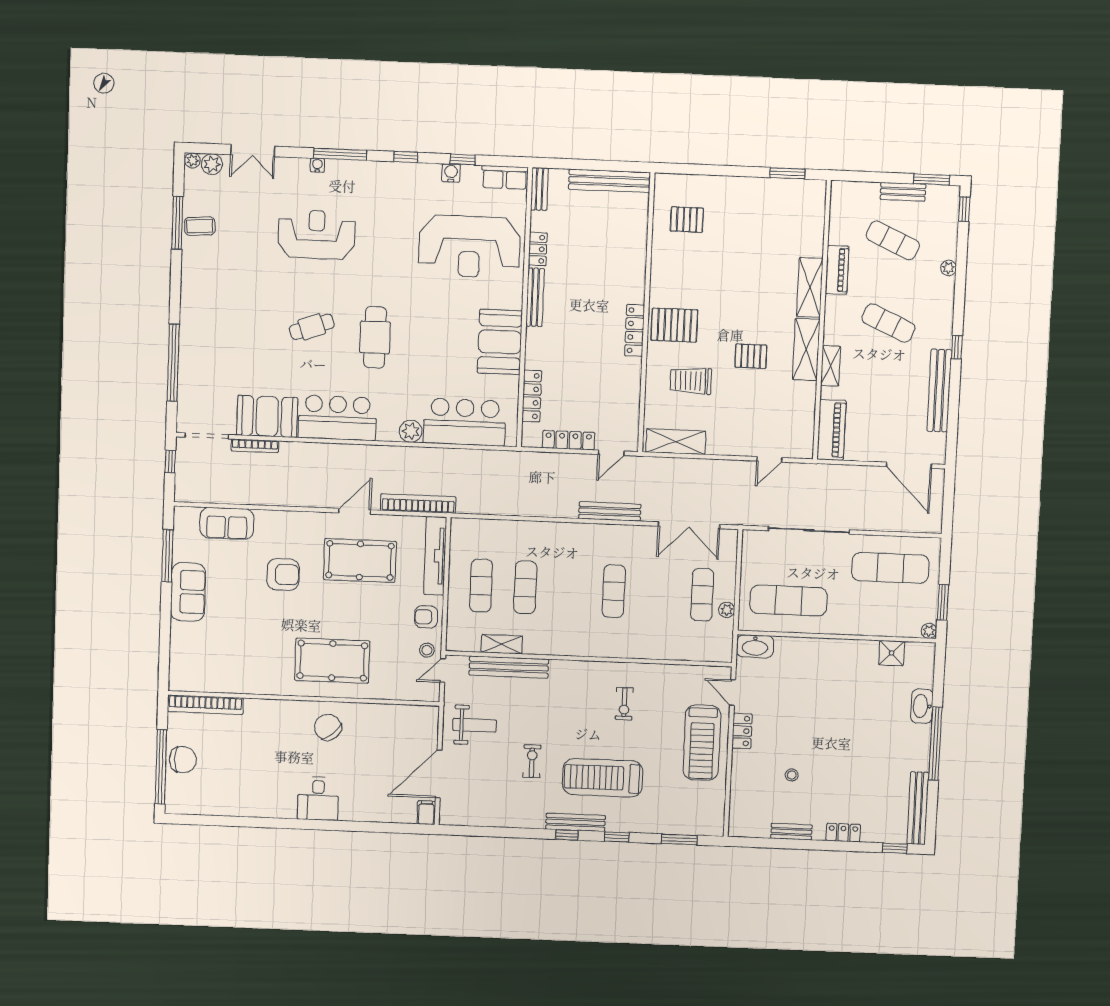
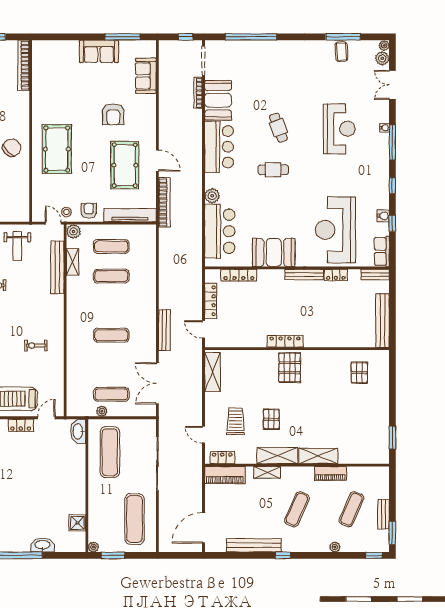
cafe table: (375, 337) -> (273, 170), width x0.73, depth x0.74
trolley: (691, 381) -> (235, 421), moved
locker: (805, 433) -> (222, 458), added
plant: (456, 641) -> (74, 231), added

